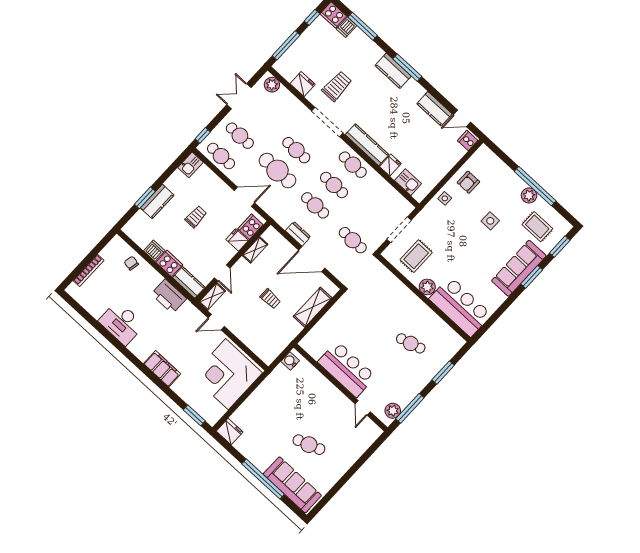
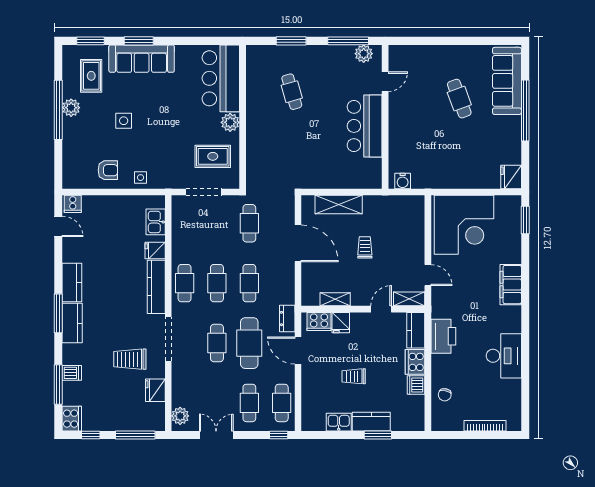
dishwasher: (347, 27) -> (72, 373), moved
double door: (239, 96) -> (216, 435), swing flipped
kitchen counter: (434, 109) -> (72, 282), moved
kitchen sink: (190, 165) -> (339, 422), moved
dresser: (298, 234) -> (287, 319), moved

